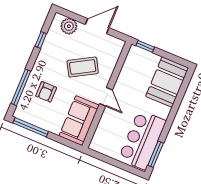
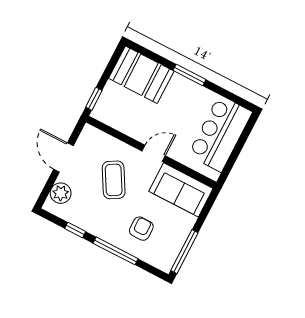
window: (21, 87) -> (116, 251), moved
armchair: (46, 92) -> (141, 229), turned -90
bar counter: (142, 140) -> (220, 134), moved, turned 90
window: (156, 154) -> (189, 75), moved

